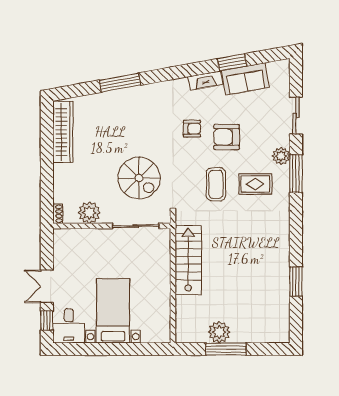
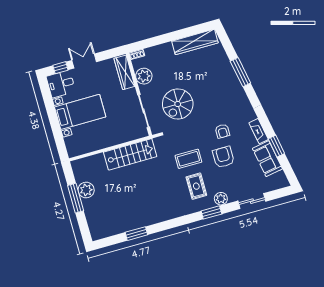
window: (296, 174) -> (211, 212), width x0.69
wardrobe: (77, 237) -> (124, 72), added

